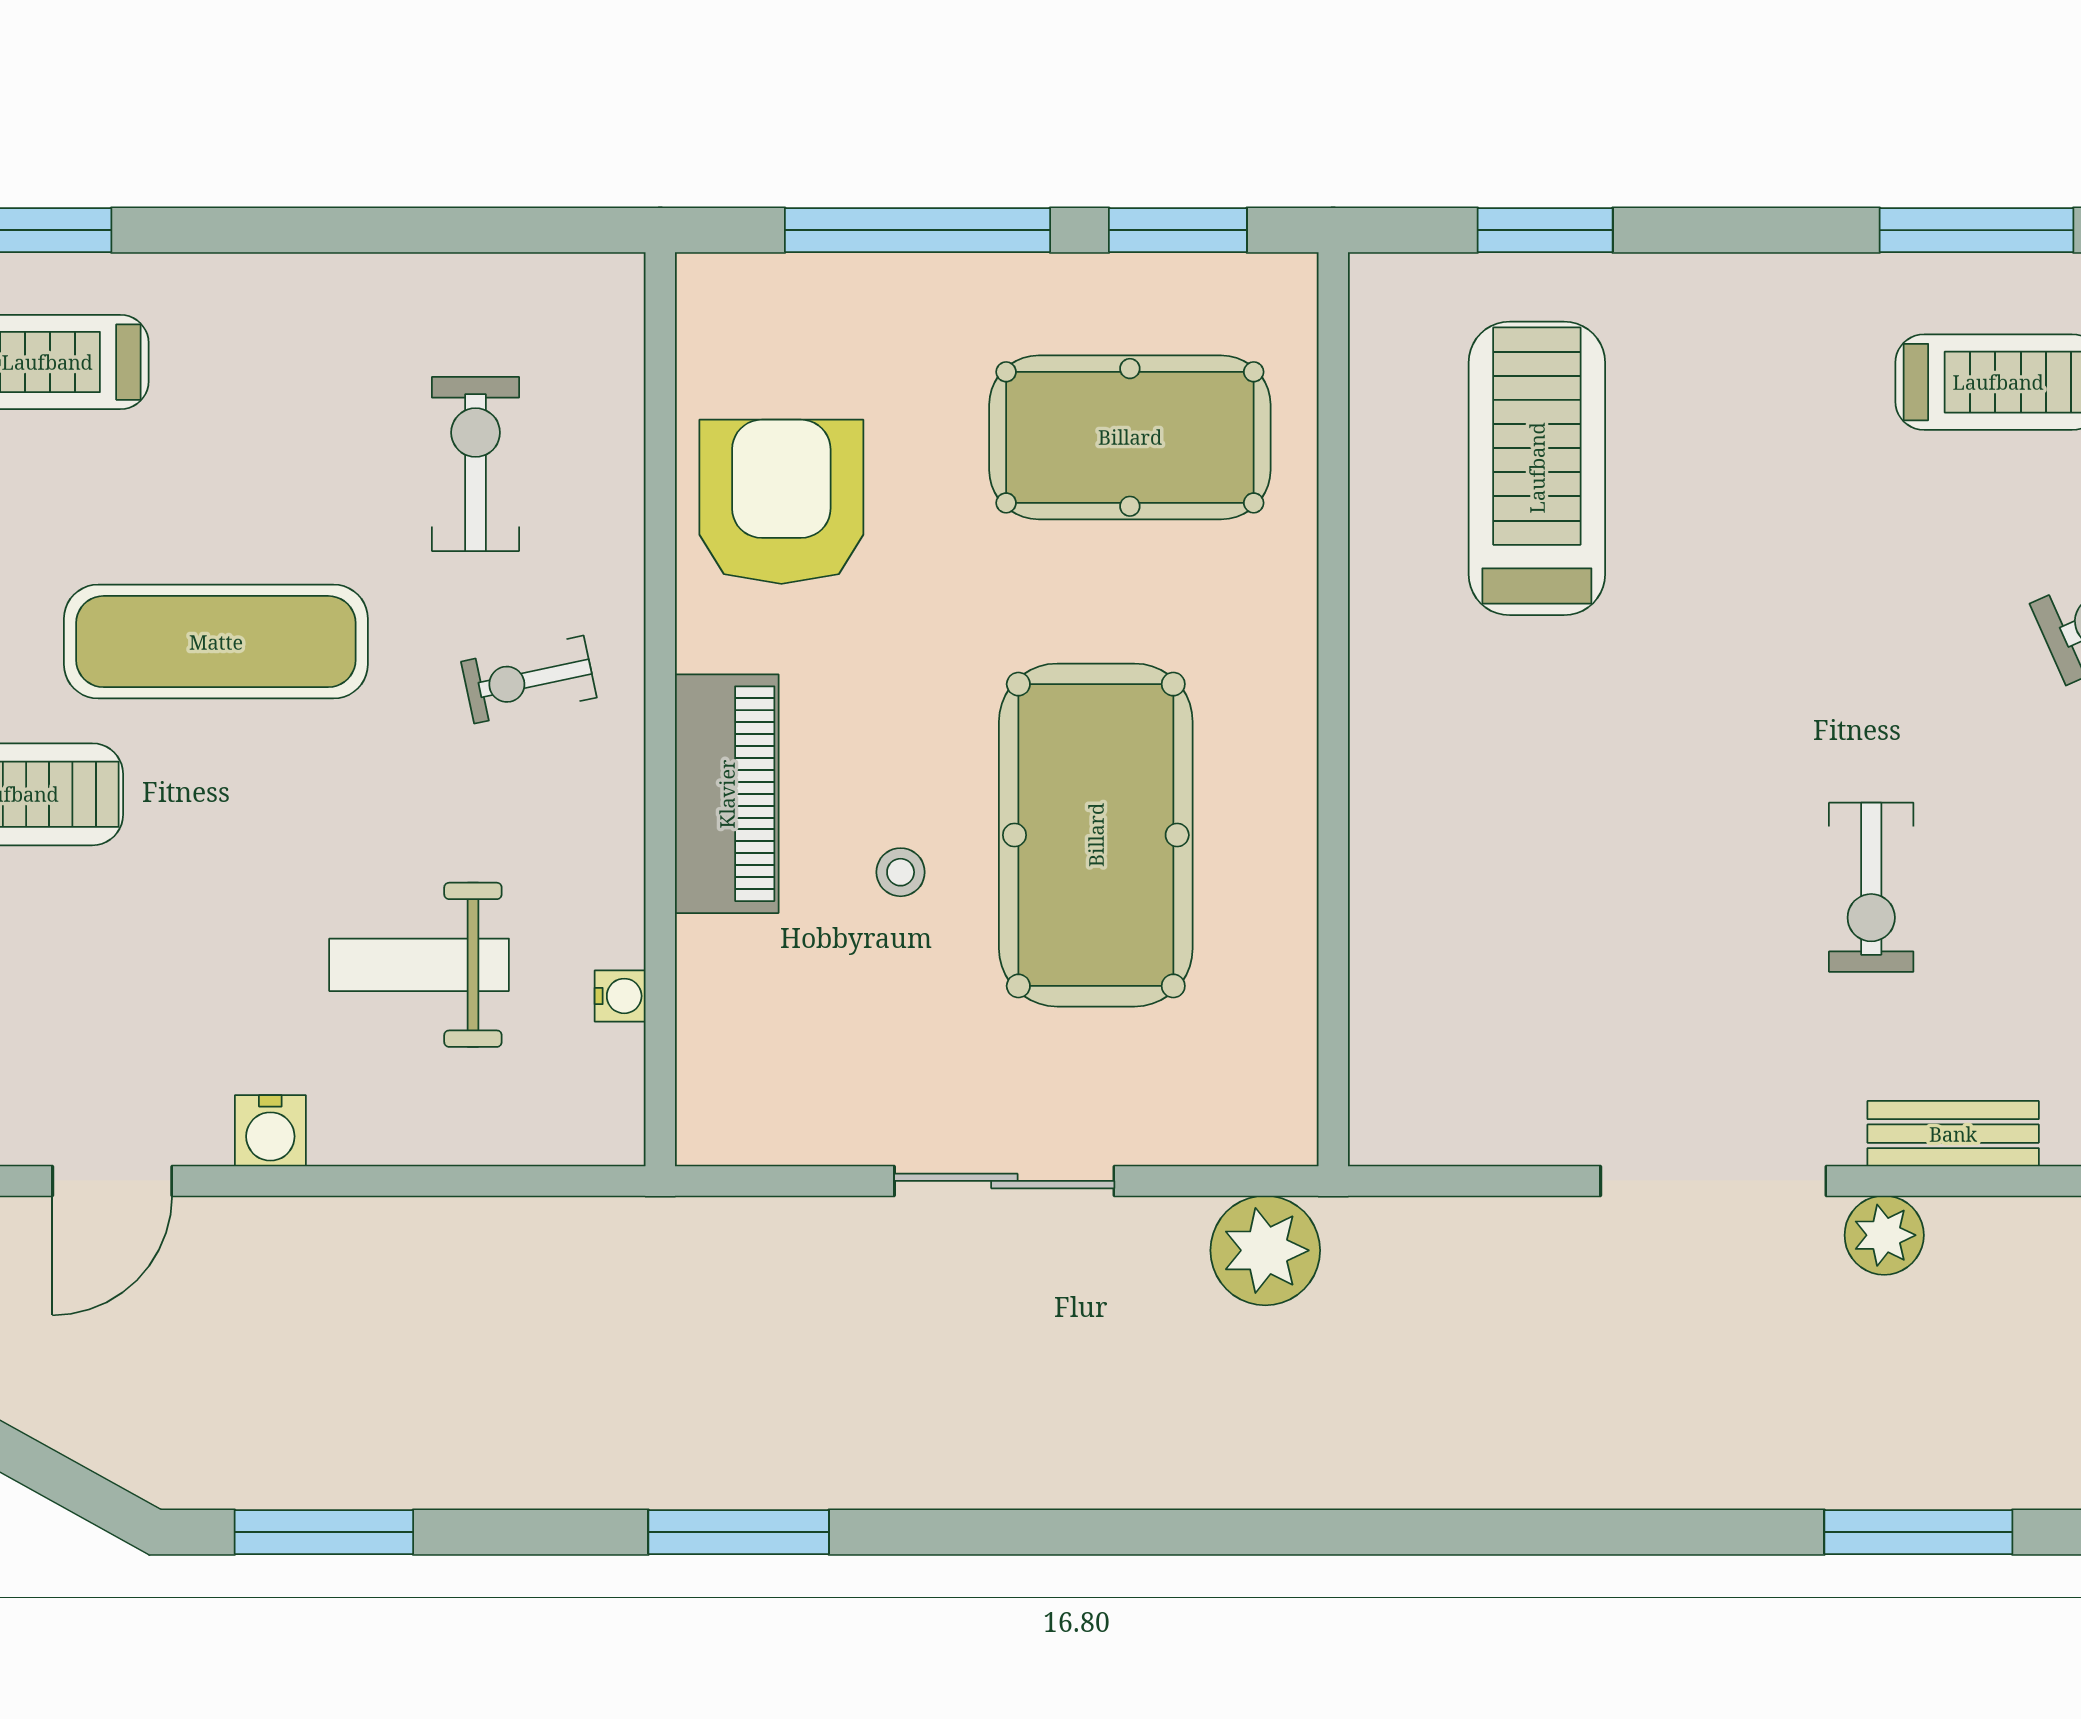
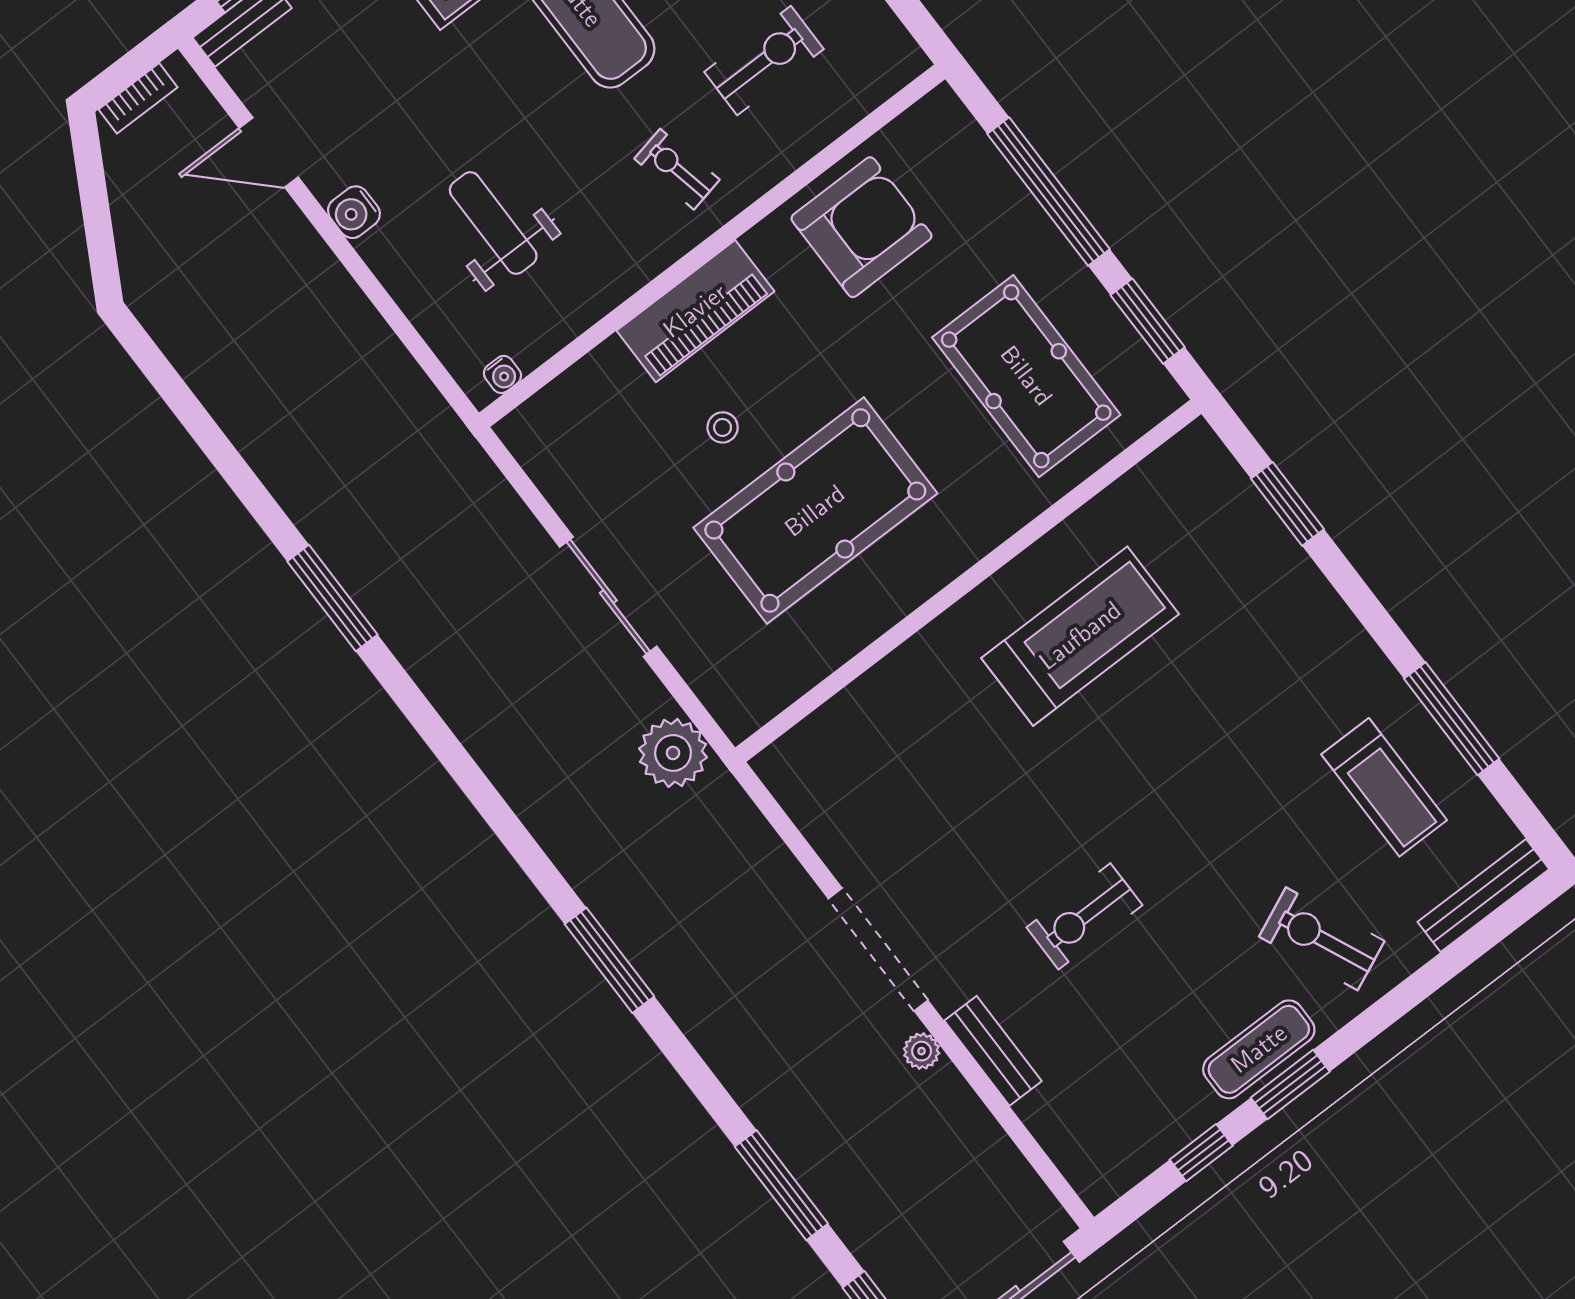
treadmill: (1537, 468) -> (1080, 636), moved
water cooler: (620, 996) -> (503, 374), moved
plant: (1884, 1235) -> (922, 1051), width x0.73, depth x0.73
window: (324, 1532) -> (609, 960), moved

